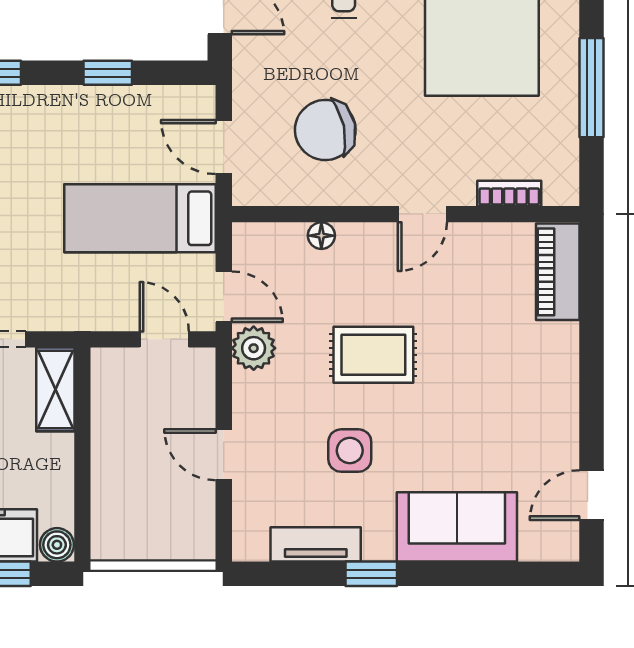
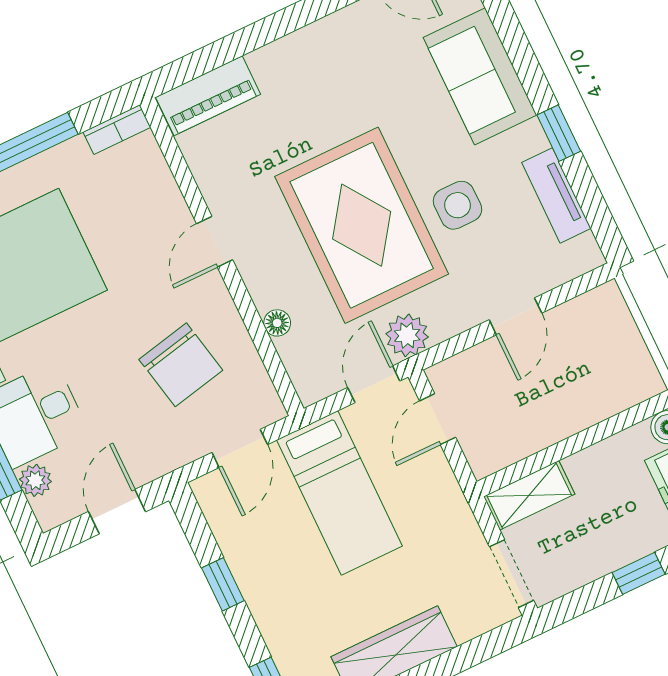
bookcase: (509, 193) -> (117, 130), moved, turned -90
door: (422, 214) -> (215, 242), swing flipped
rug: (373, 355) -> (362, 225), width x1.86, depth x2.06

